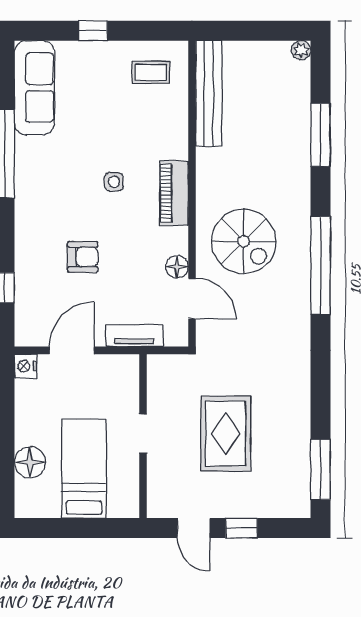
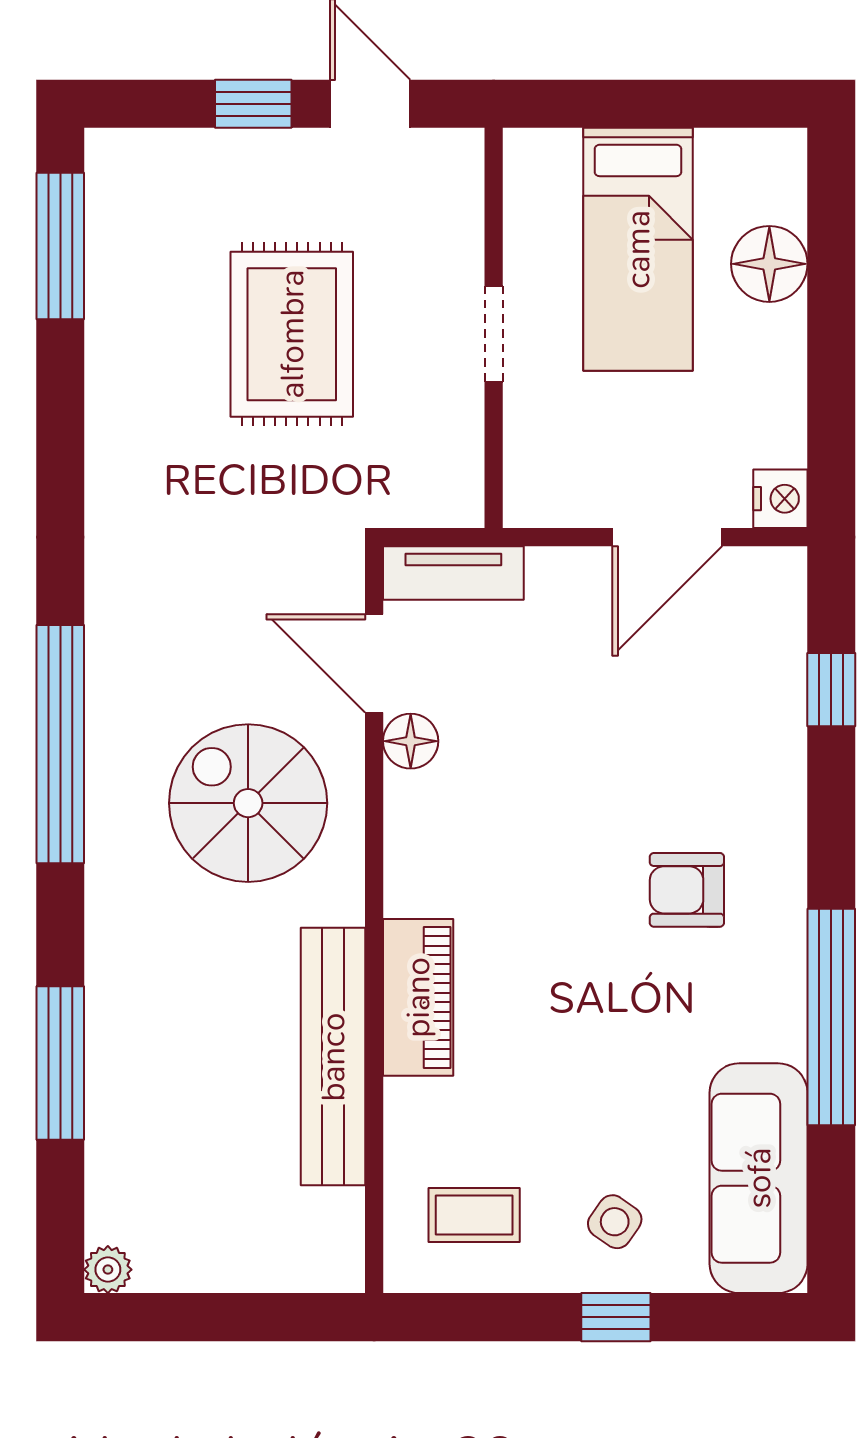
bench: (209, 93) -> (333, 1057), moved
side table: (114, 182) -> (615, 1222), moved, turned 35
piano: (174, 193) -> (418, 997), moved
armchair: (83, 257) -> (687, 890), moved
tv unit: (134, 336) -> (453, 573), moved

